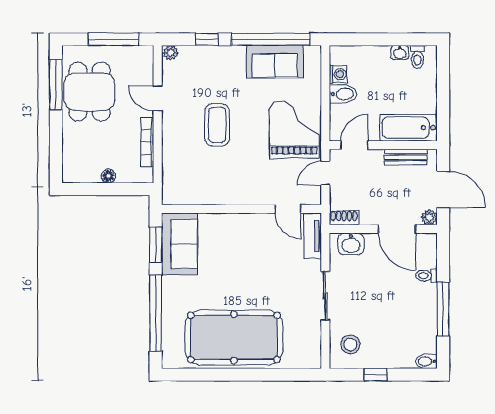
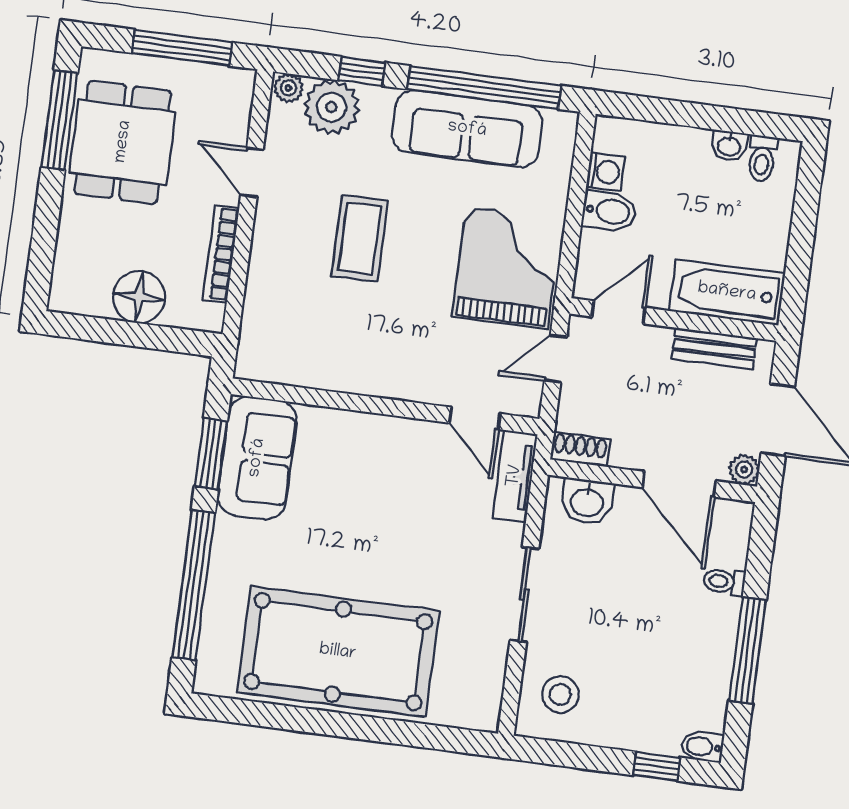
plant: (194, 60) -> (331, 107), added
sofa: (275, 62) -> (467, 129), width x1.36
floor lamp: (108, 176) -> (139, 297), width x1.89, depth x1.89
window: (375, 375) -> (656, 766), moved

